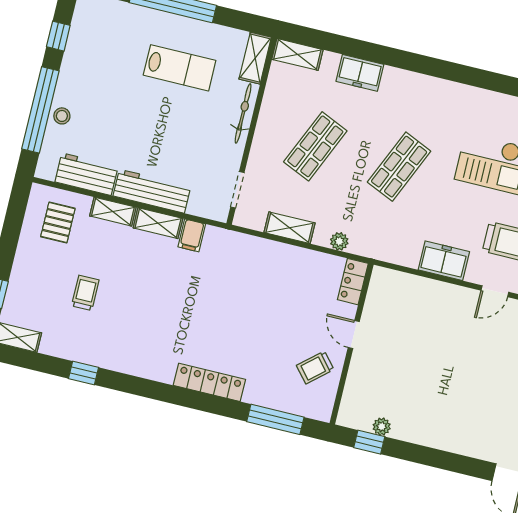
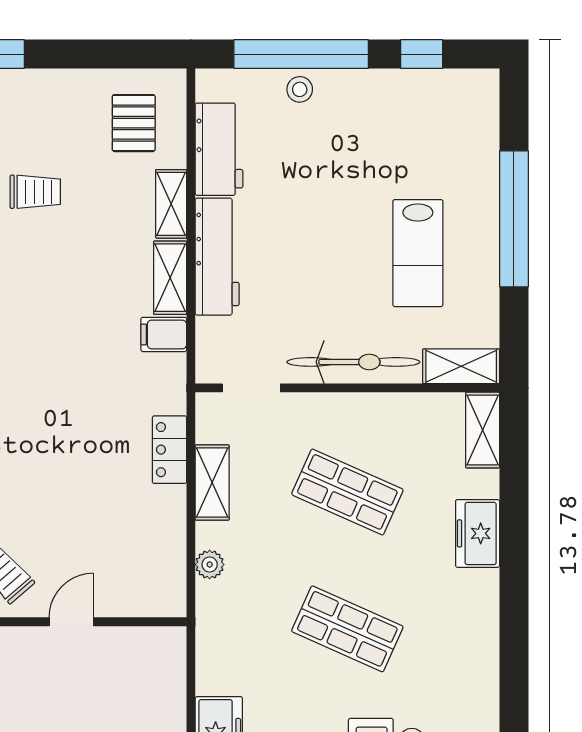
bicycle: (243, 113) -> (353, 362), width x1.37, depth x1.40
pallet: (58, 222) -> (134, 123), turned 90
locker: (353, 282) -> (169, 450), moved, turned -90

